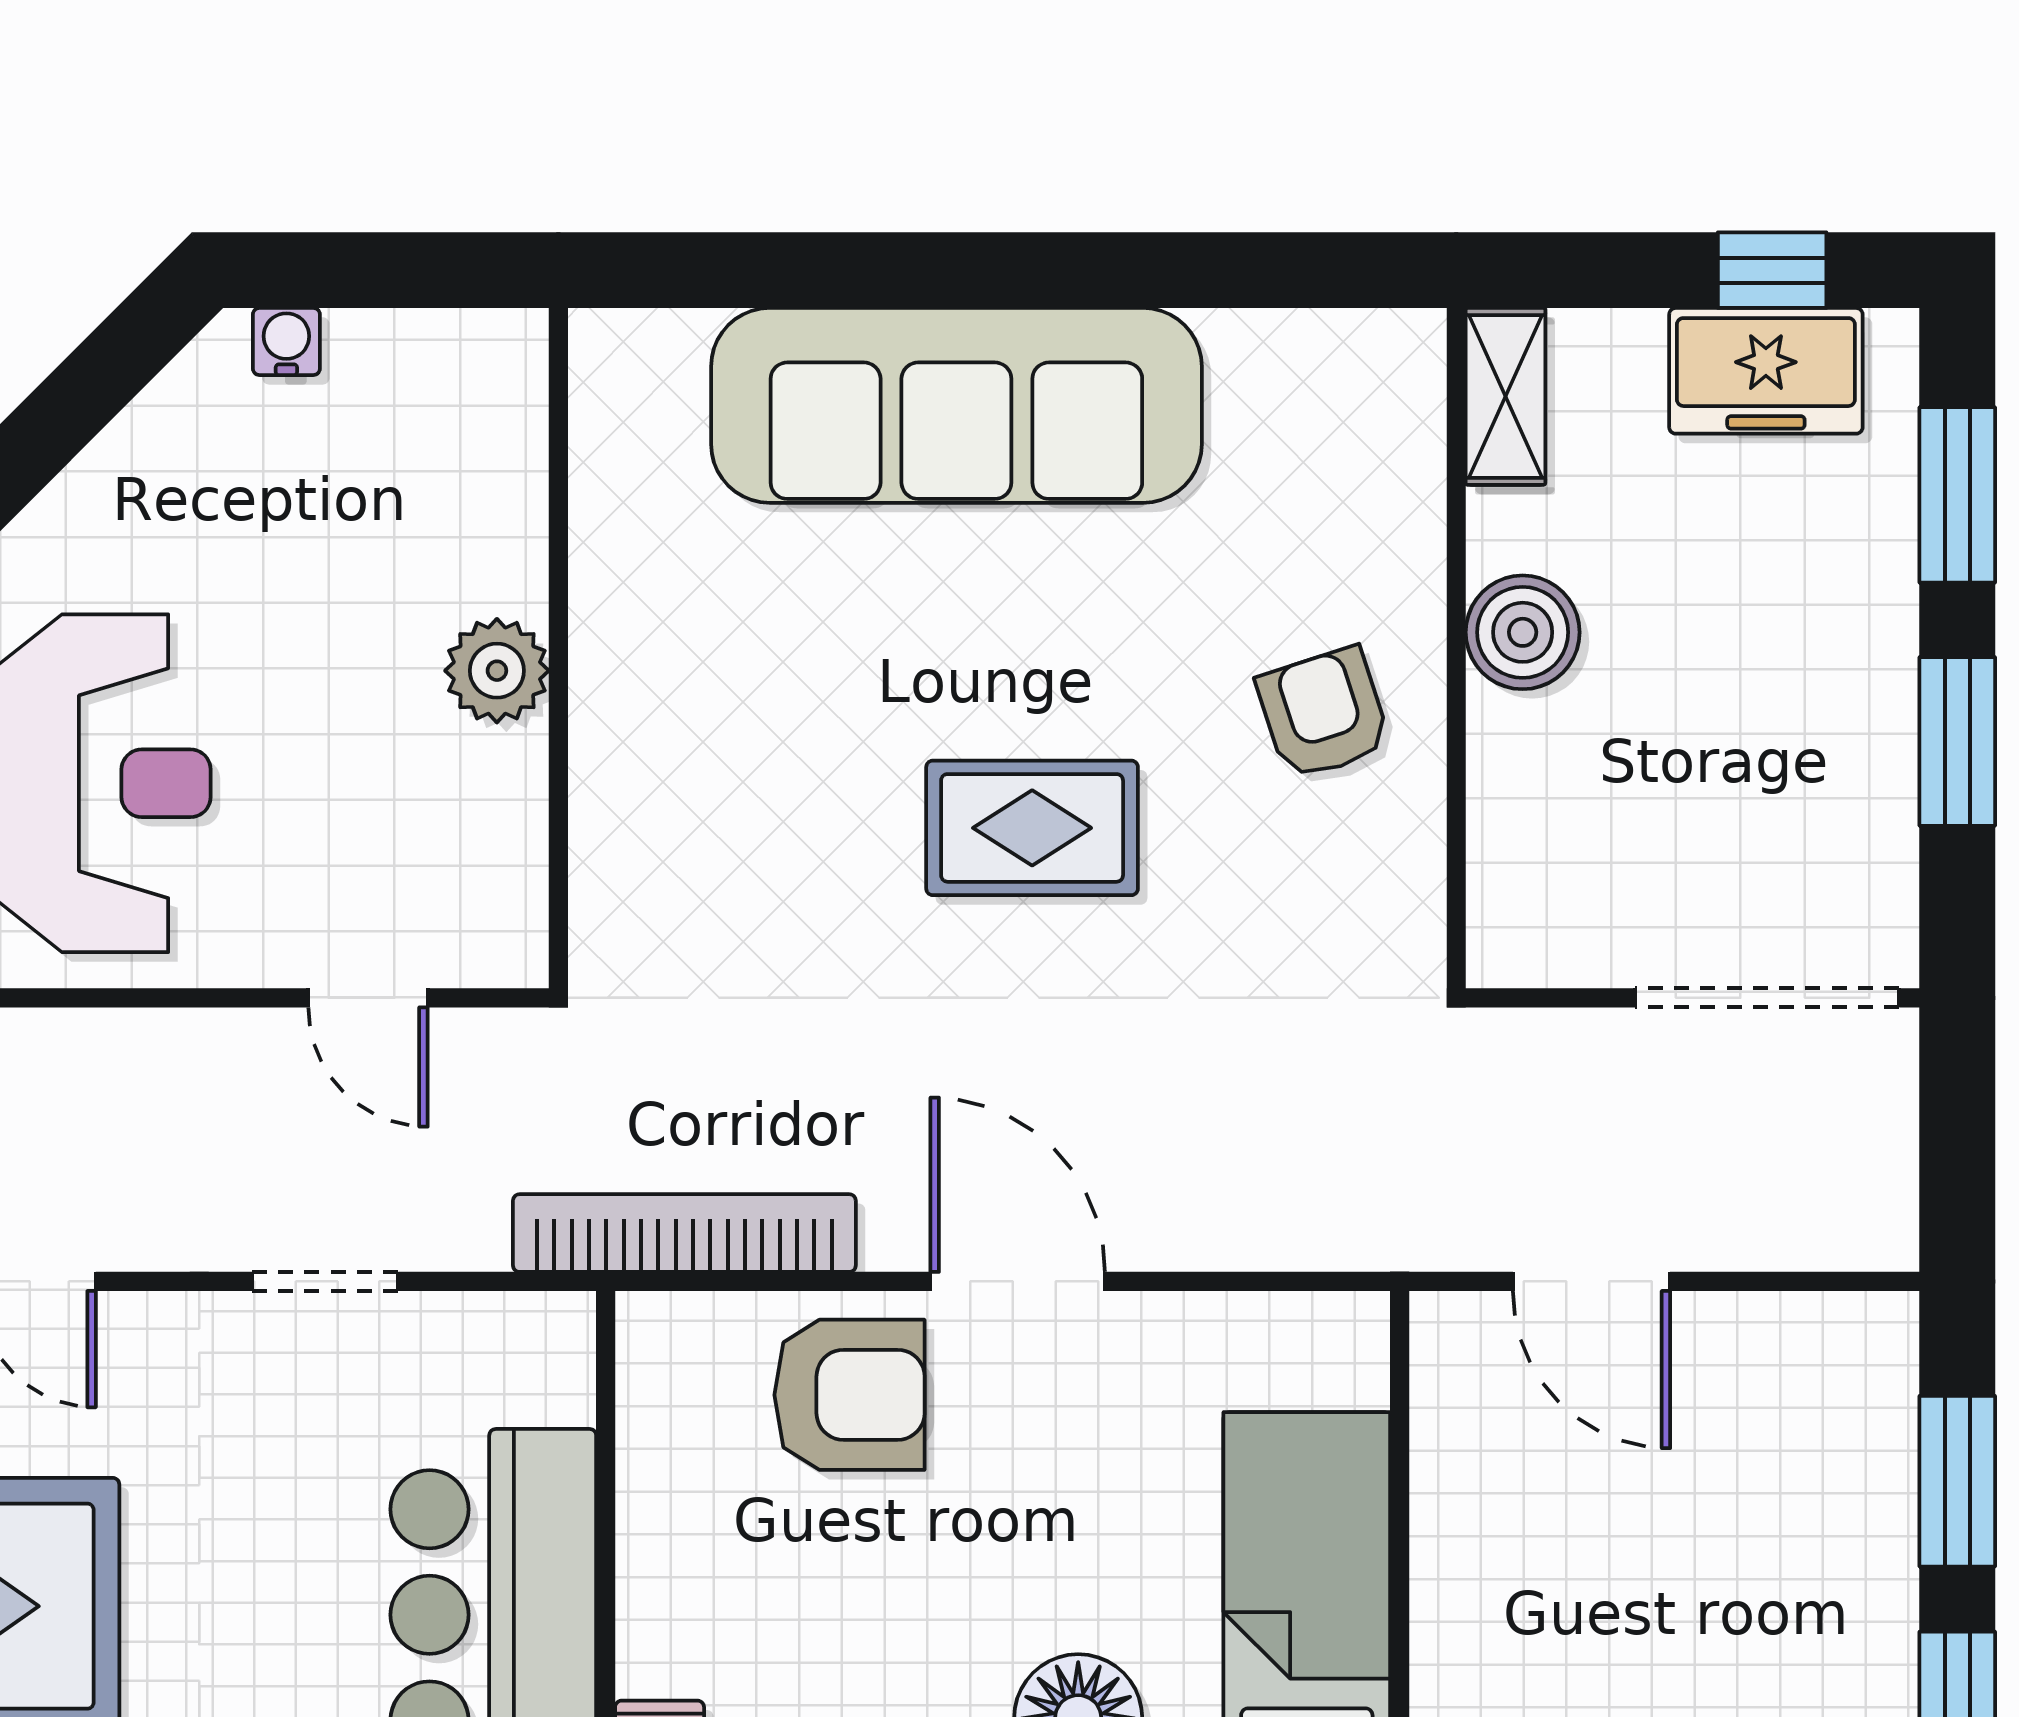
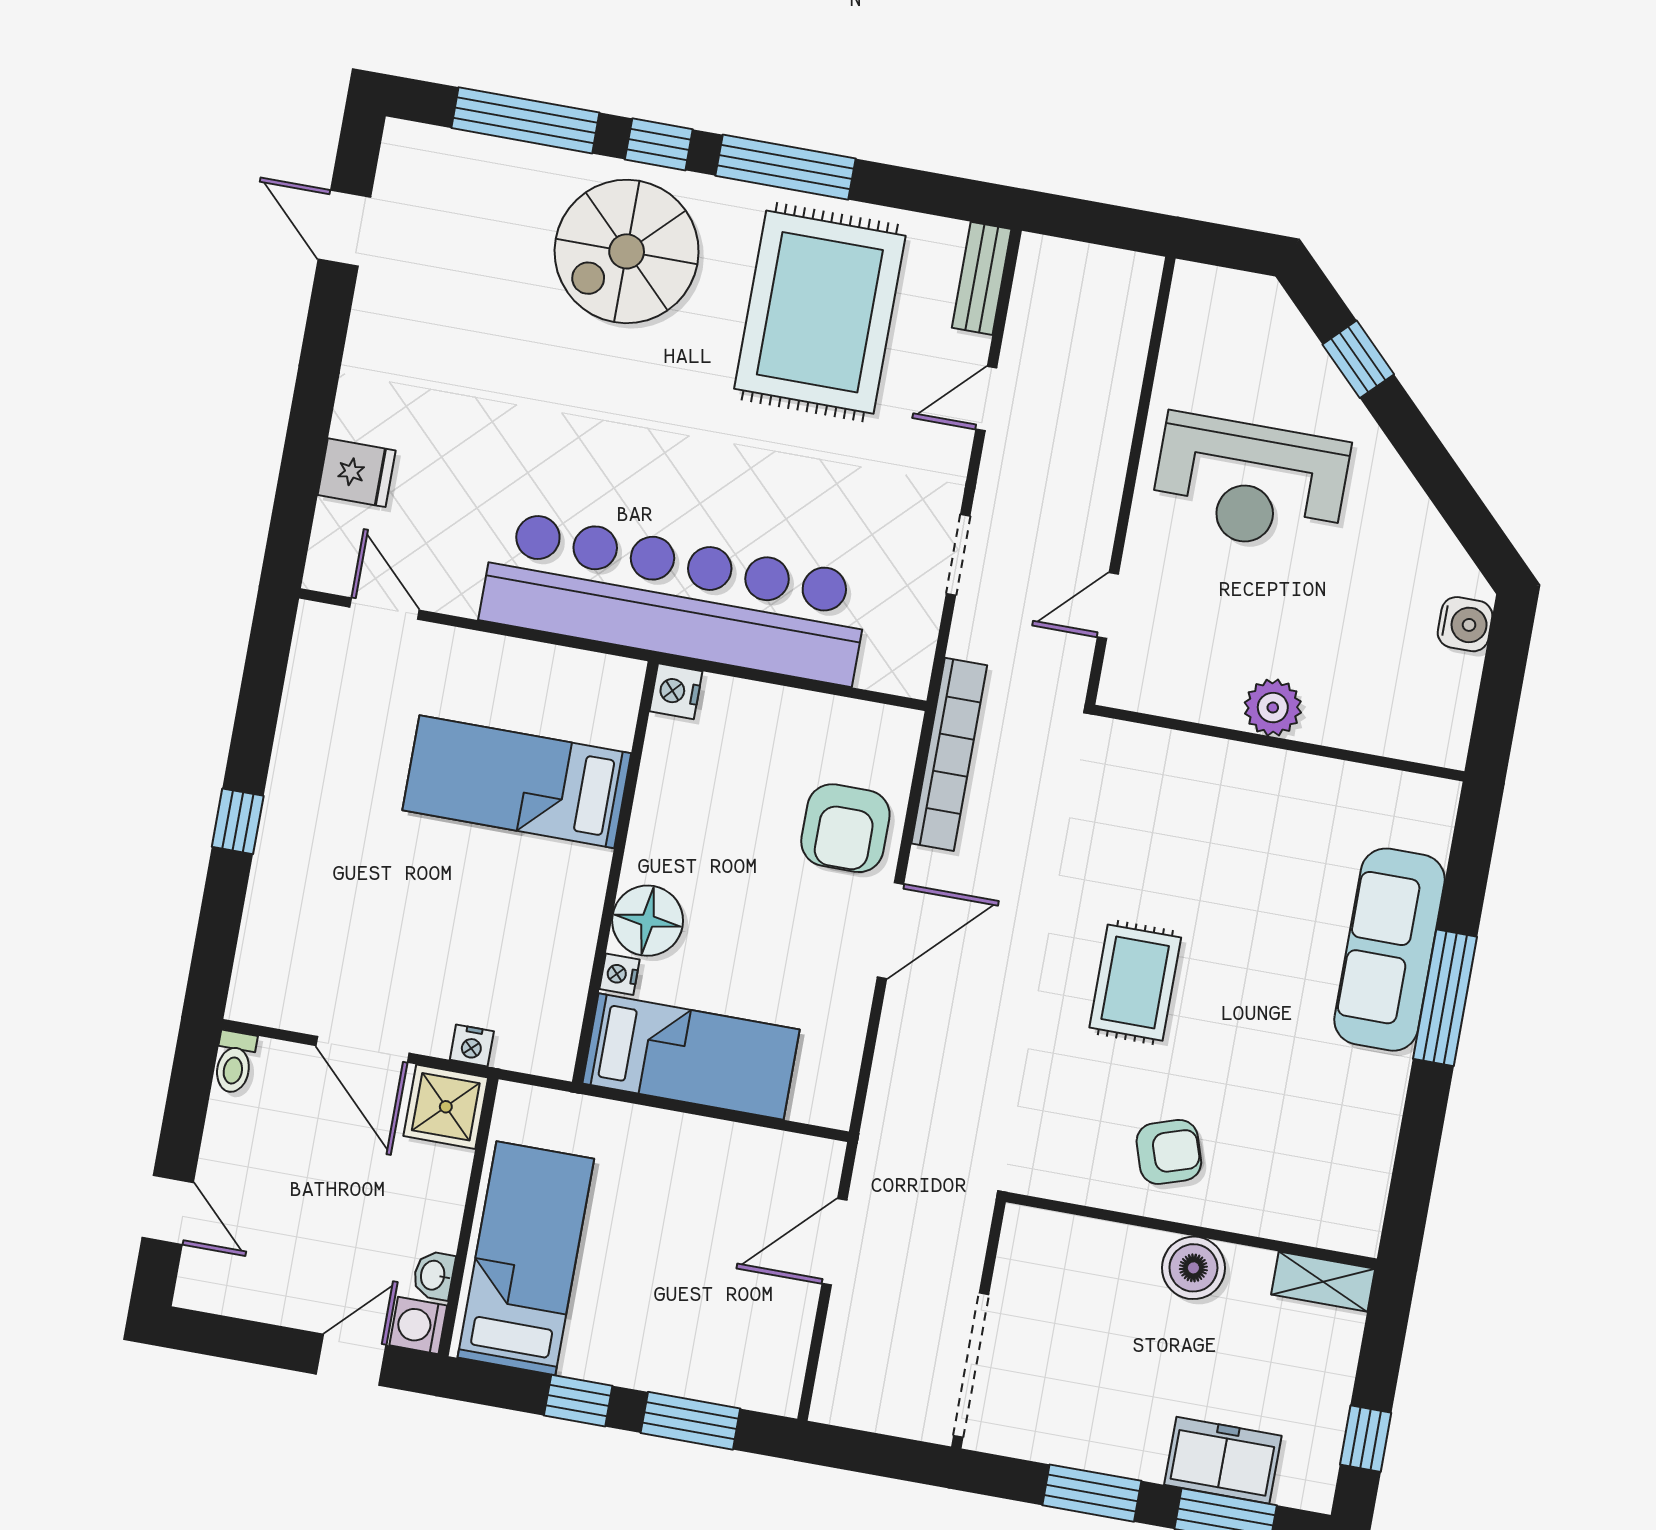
window: (960, 270) -> (1445, 998), added
water cooler: (286, 341) -> (1465, 624), width x1.38, depth x1.38
freezer: (1766, 371) -> (1223, 1460), moved, turned 90
sofa: (956, 405) -> (1389, 950), width x0.74, depth x0.79

